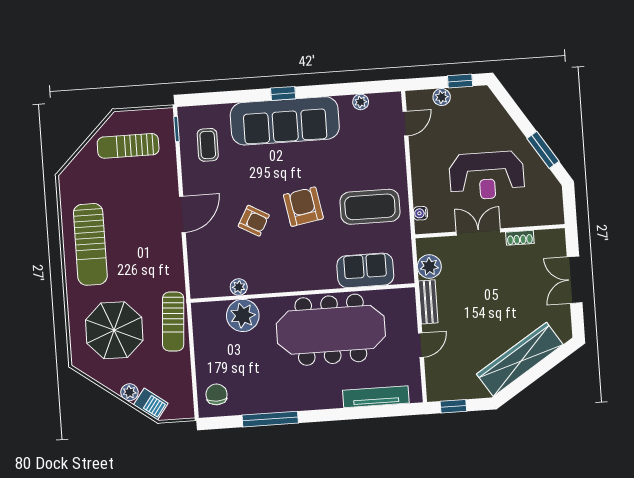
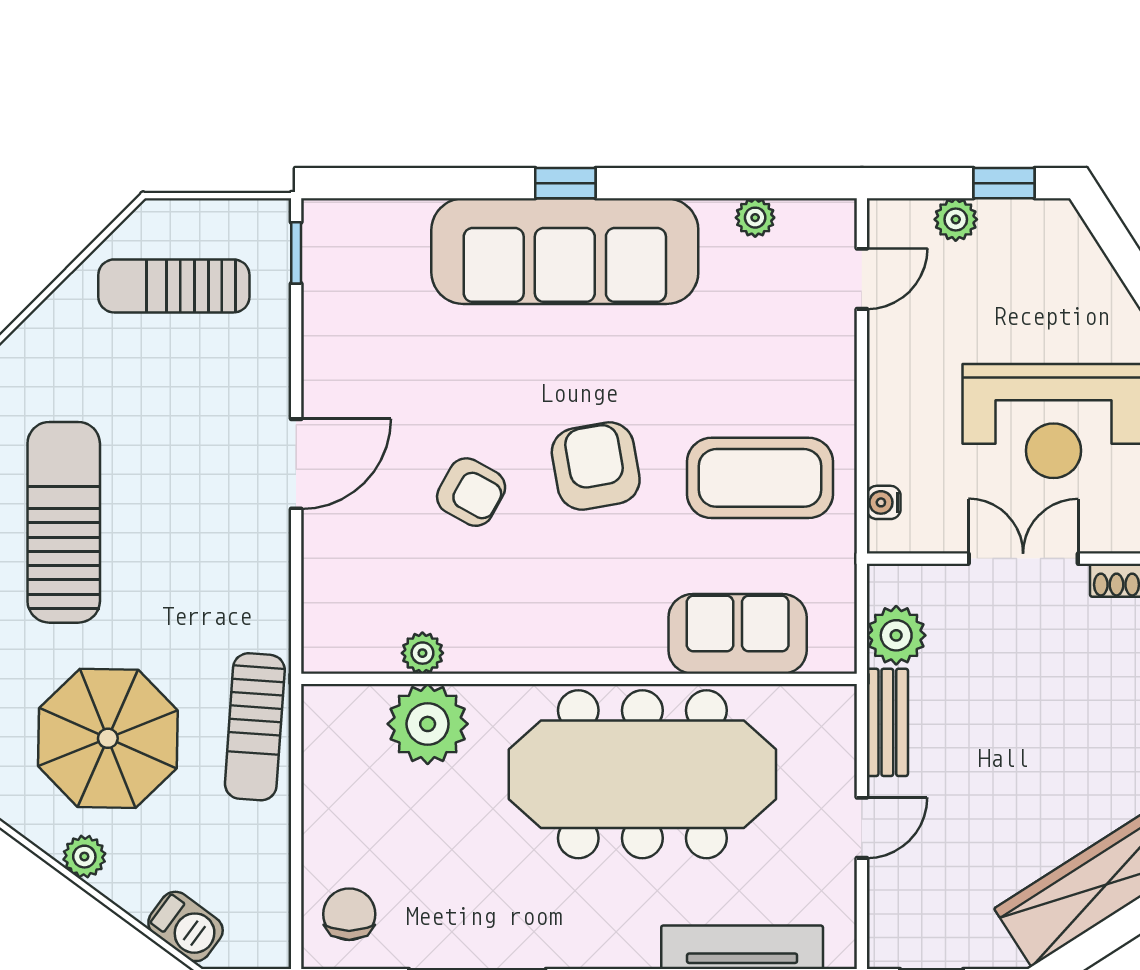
coffee table: (208, 145) -> (371, 297), removed
sun lounger: (90, 244) -> (64, 522), turned 180
plant: (129, 392) -> (84, 857), moved

